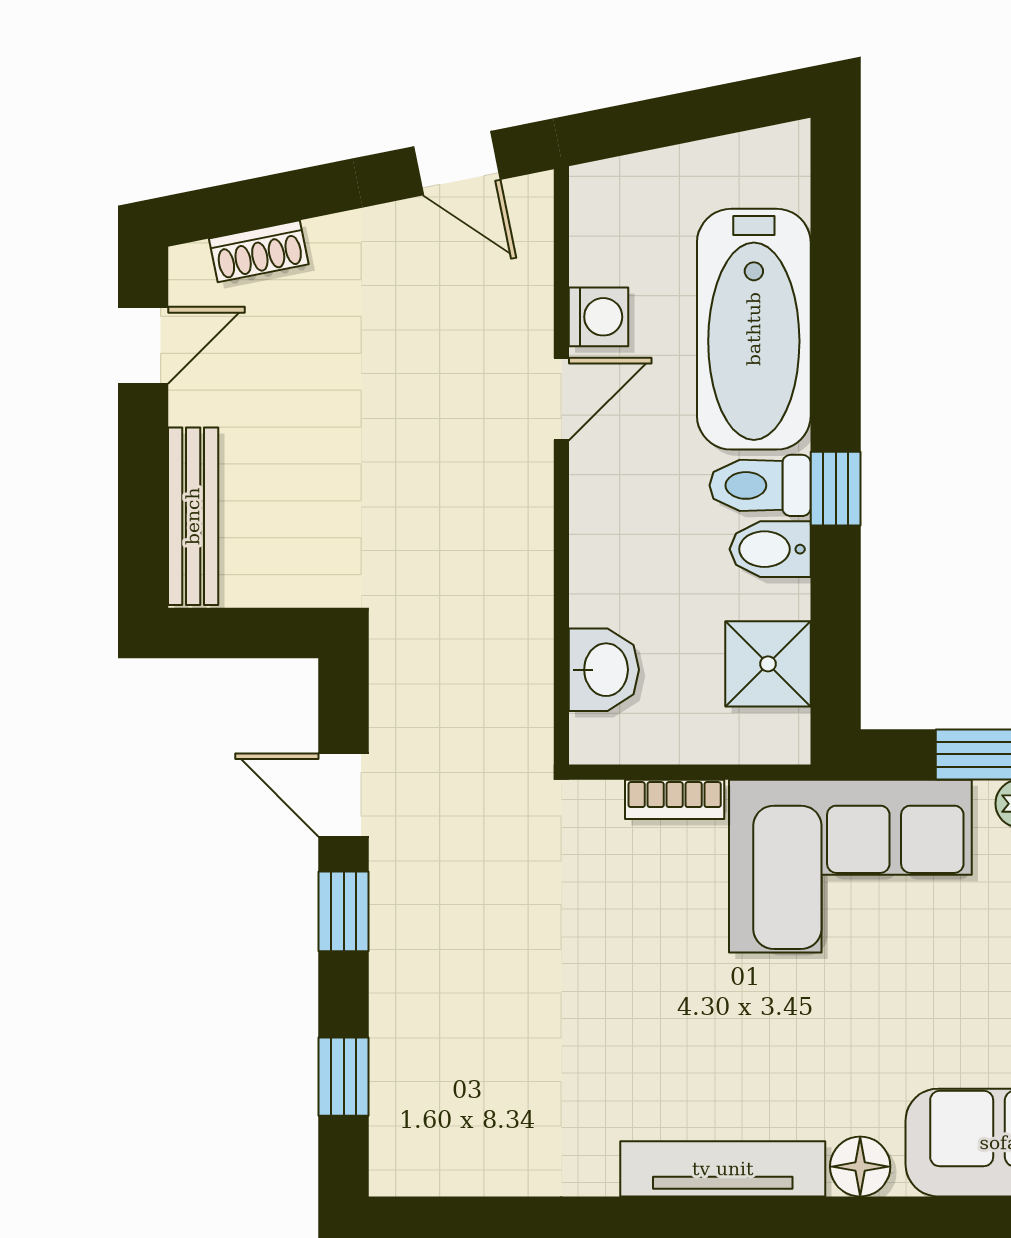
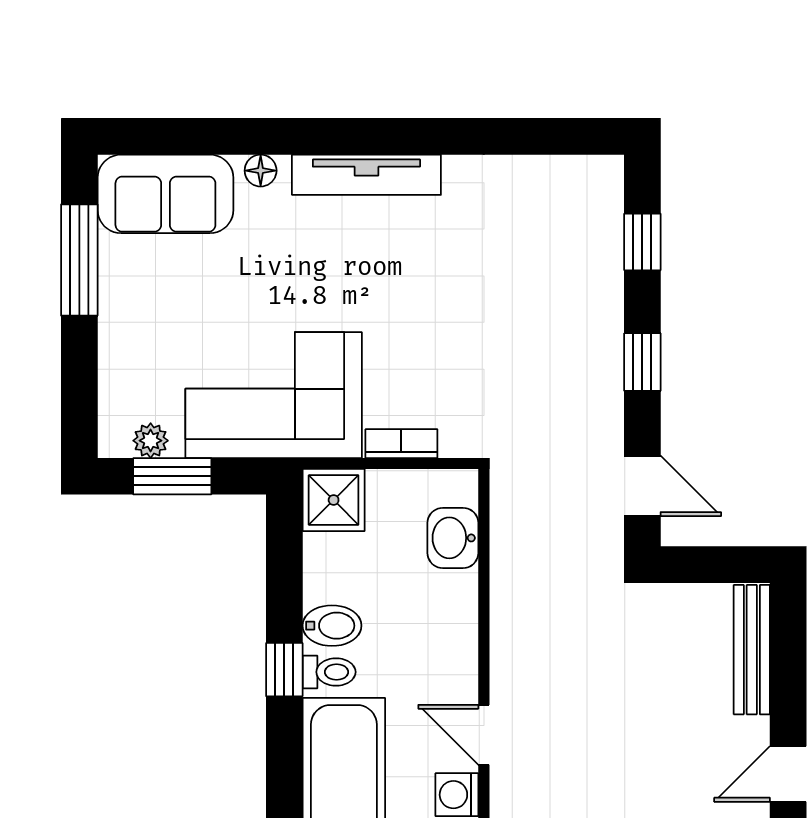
door: (561, 399) -> (484, 735), hinge flipped
toilet: (760, 485) -> (329, 672), width x0.73, depth x0.72
shower: (768, 664) -> (334, 500), moved
door: (344, 795) -> (642, 486), moved
floor lamp: (860, 1167) -> (261, 171), width x0.73, depth x0.73

